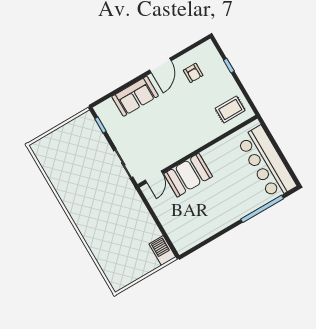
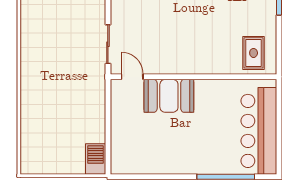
rug: (230, 109) -> (254, 53), turned 90
door: (154, 177) -> (132, 77), swing flipped

